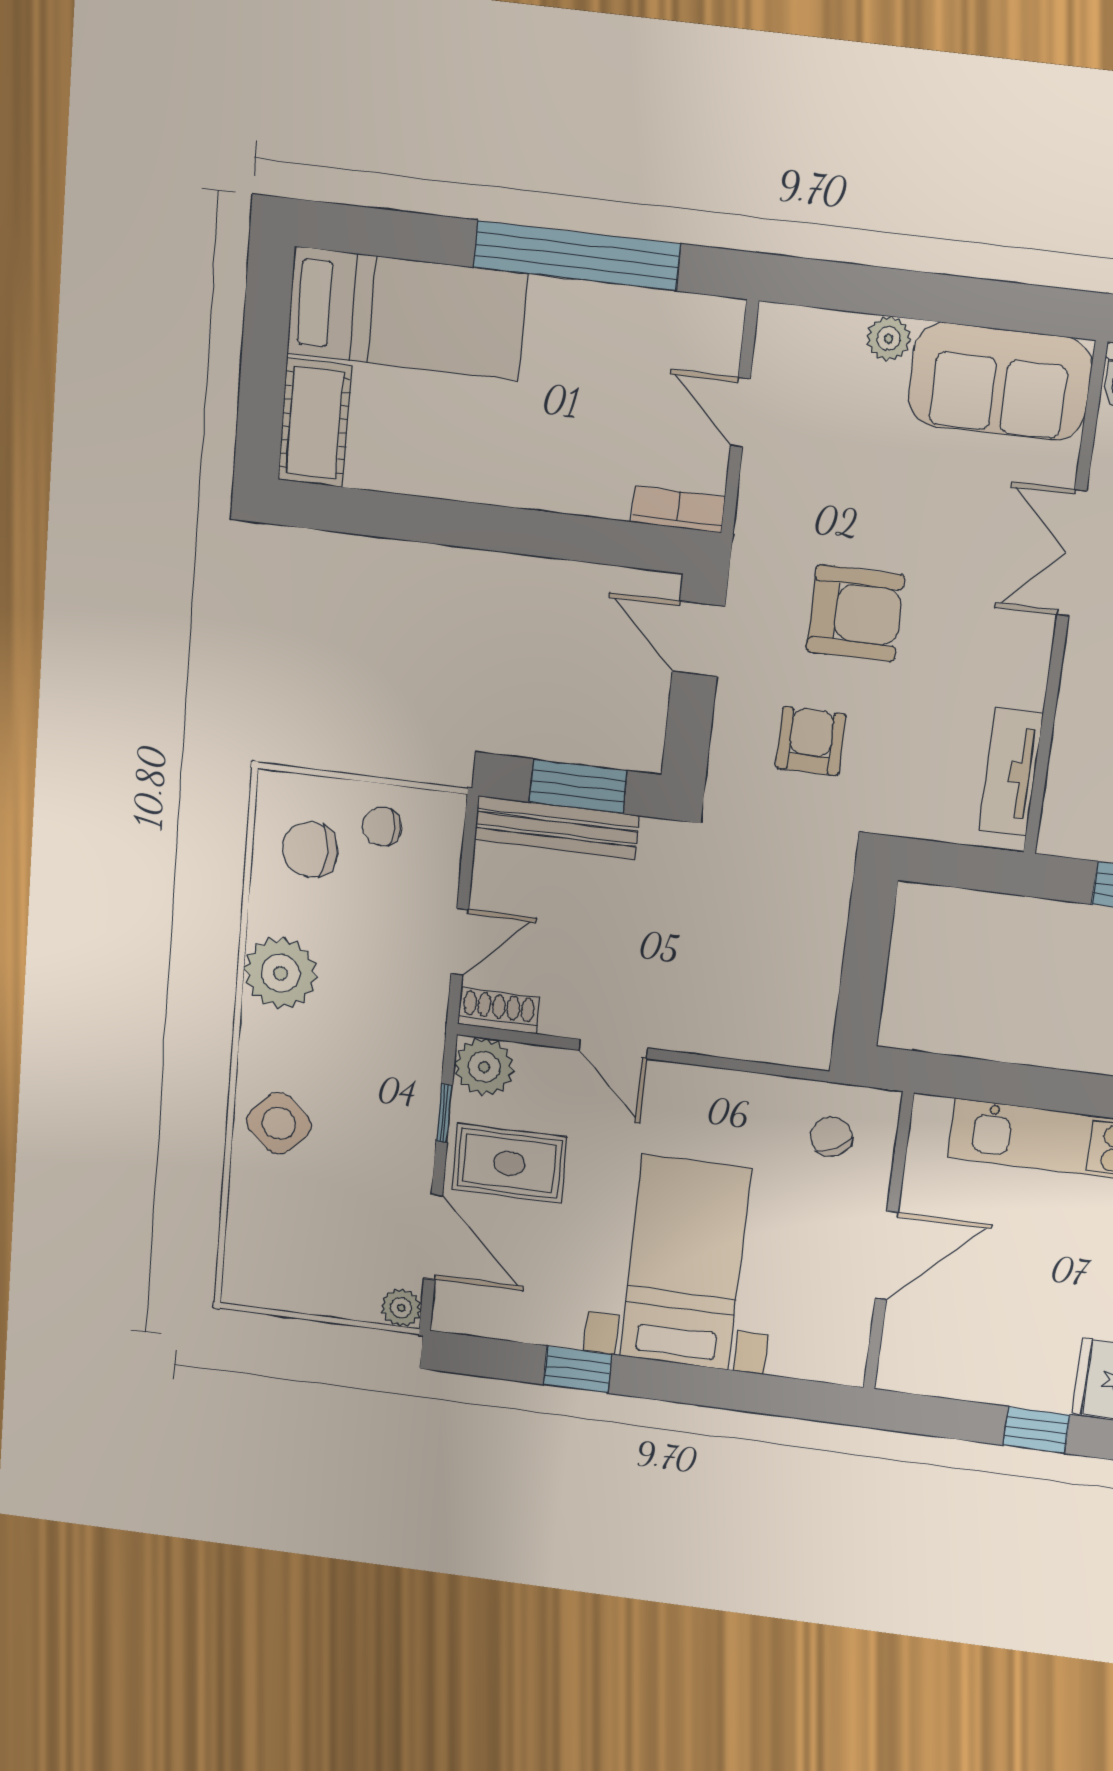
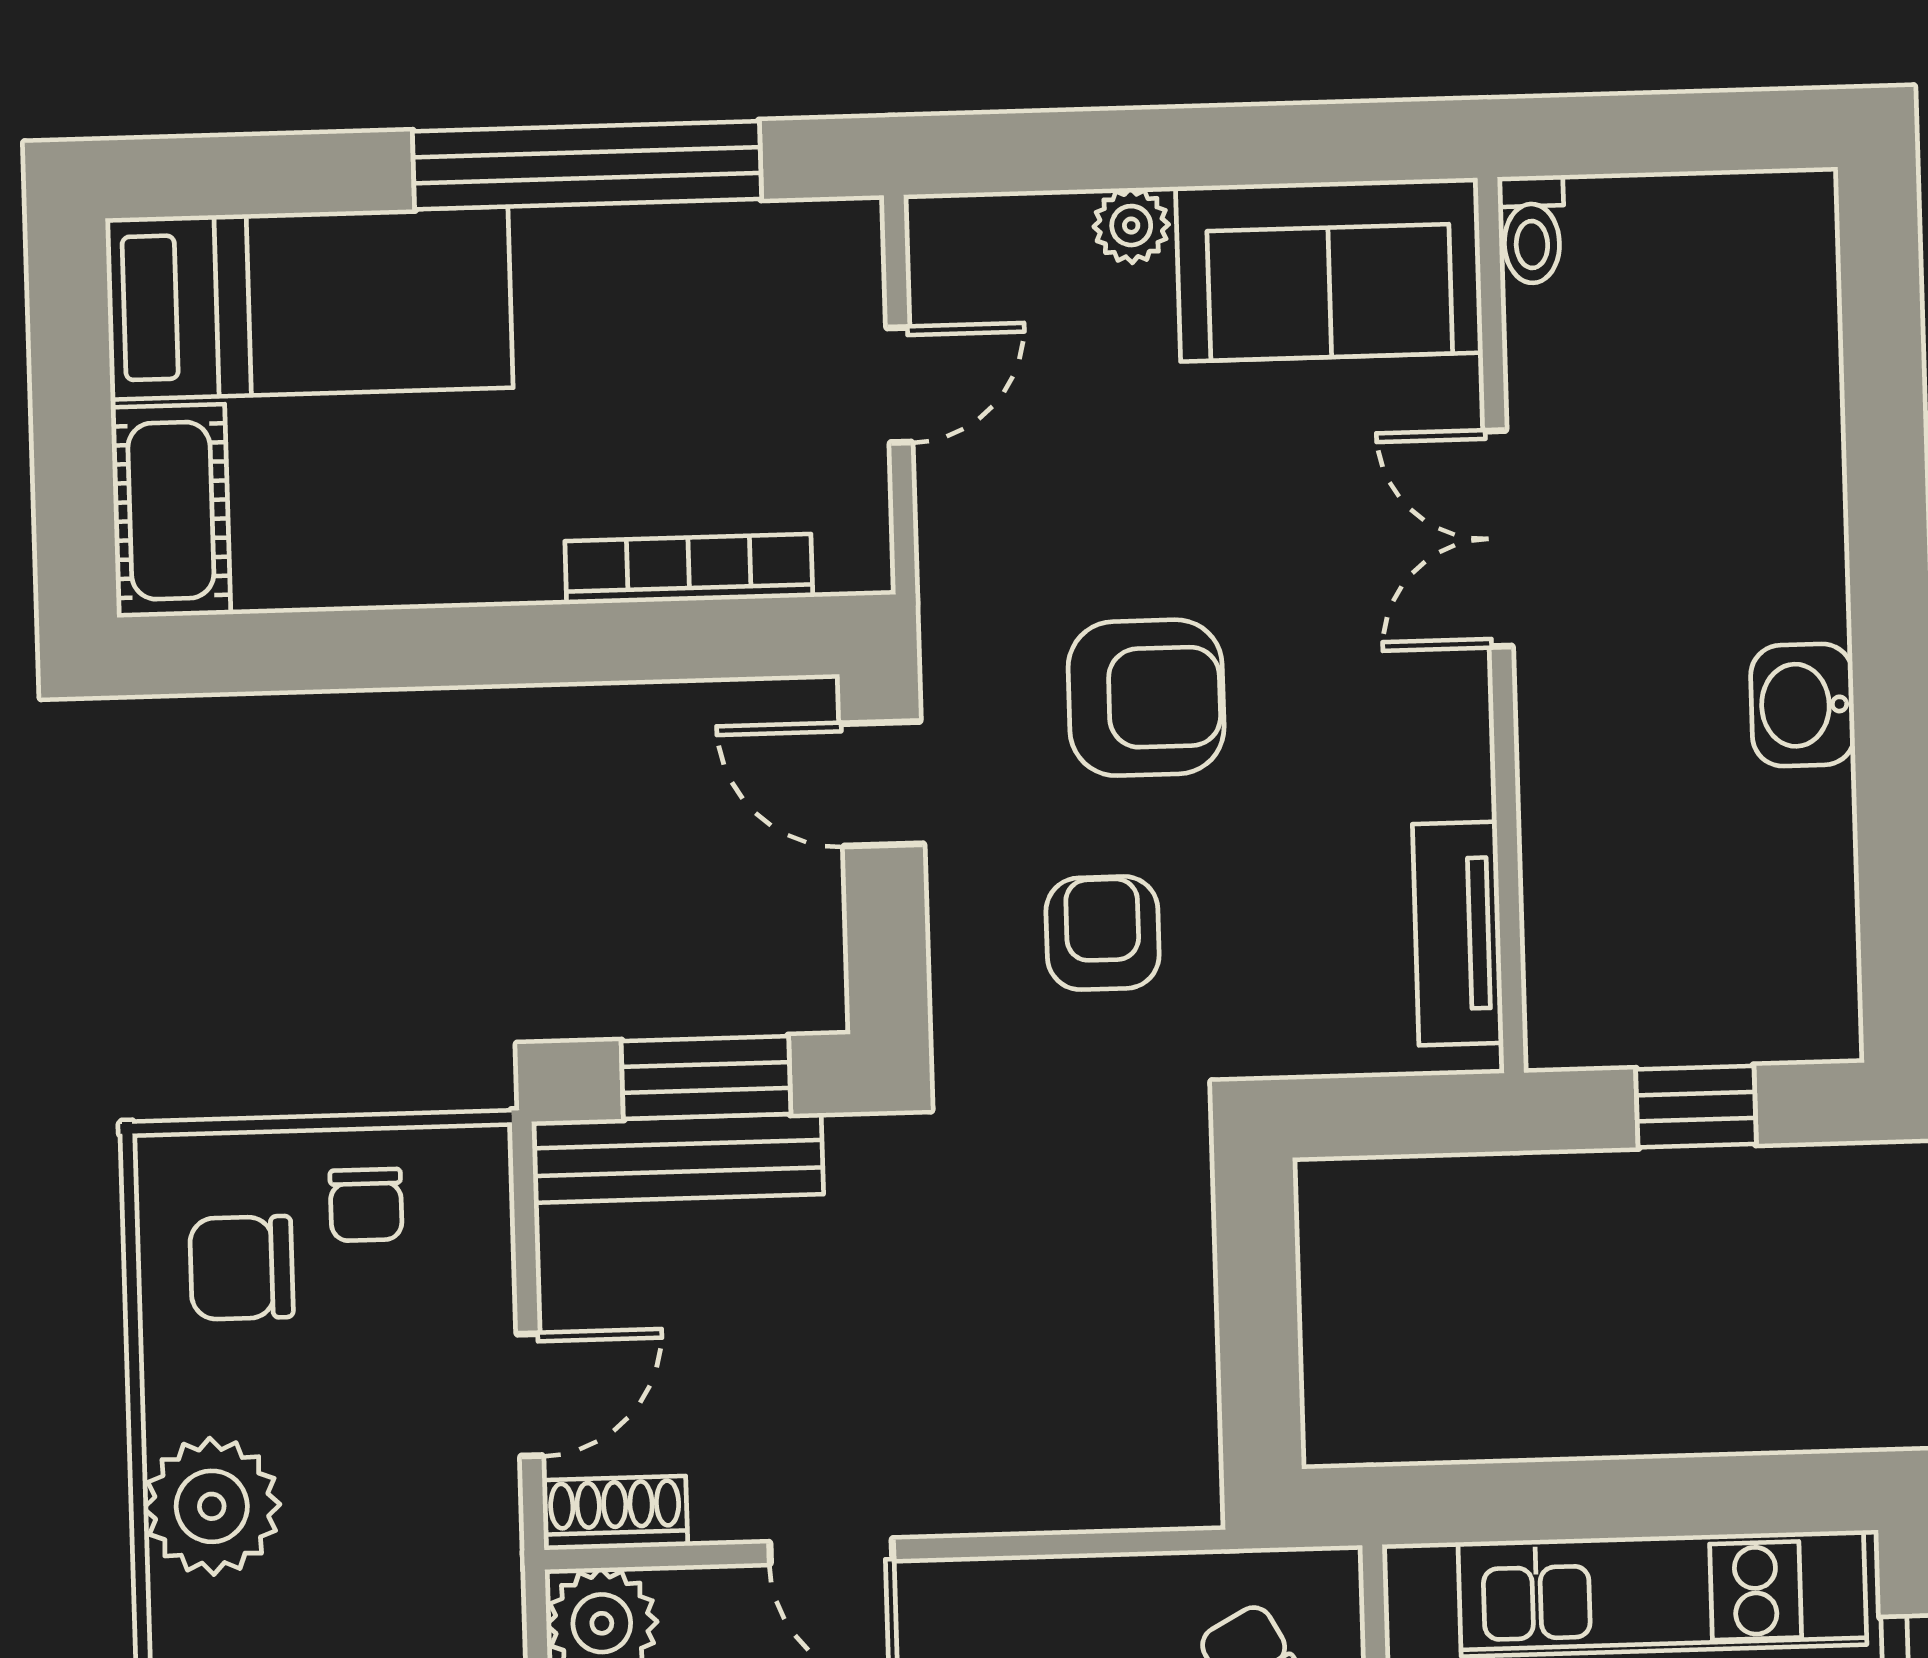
door: (740, 412) -> (899, 385), swing flipped
bookcase: (678, 509) -> (689, 569), moved, width x1.56
chair: (382, 826) -> (366, 1205), turned -90

